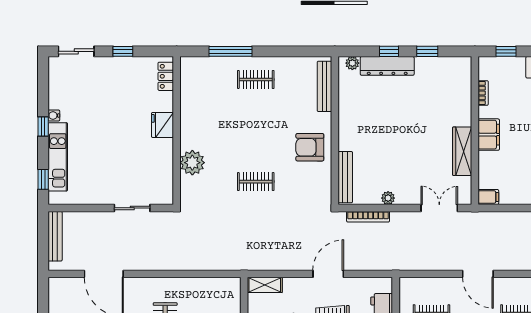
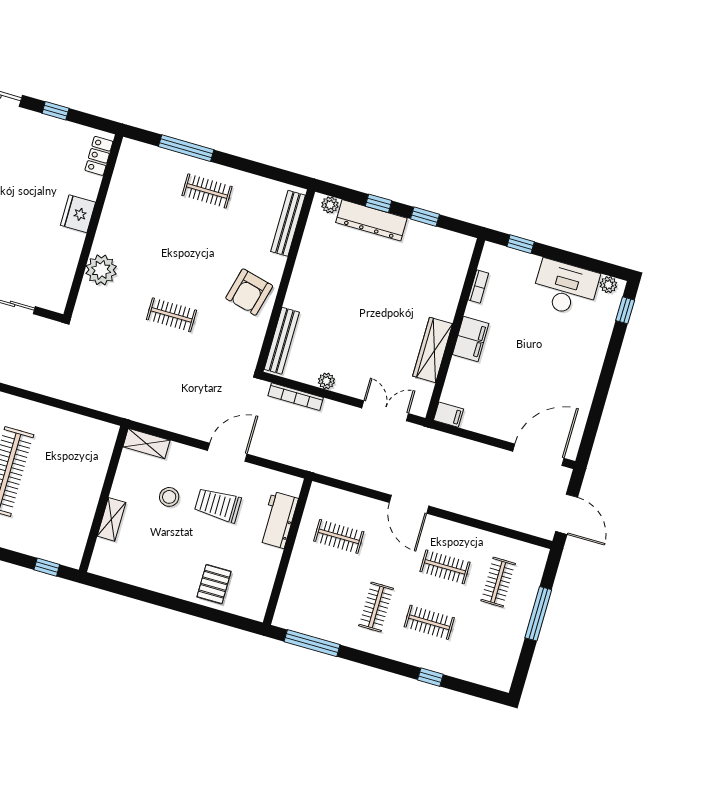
armchair: (310, 147) -> (249, 292), turned -76

